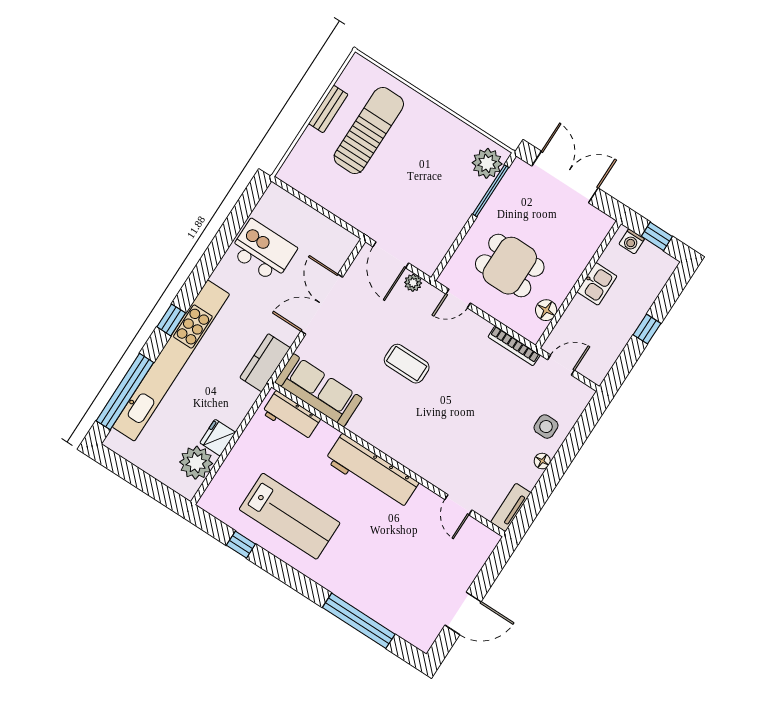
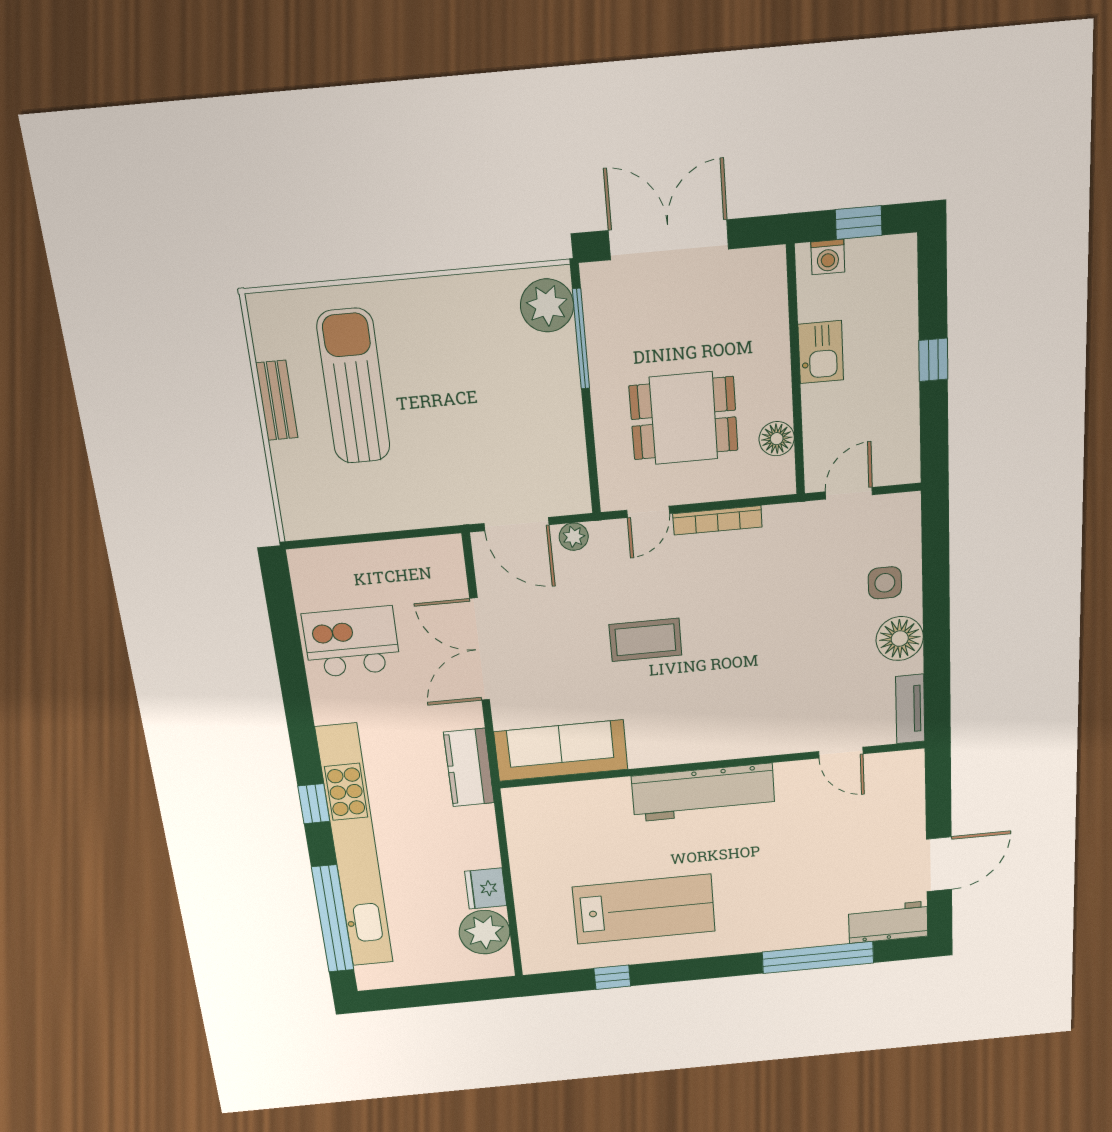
bookcase: (514, 346) -> (717, 520), moved
workbench: (291, 416) -> (888, 922), moved, turned 180
floor lamp: (542, 461) -> (900, 639), width x1.89, depth x1.89

